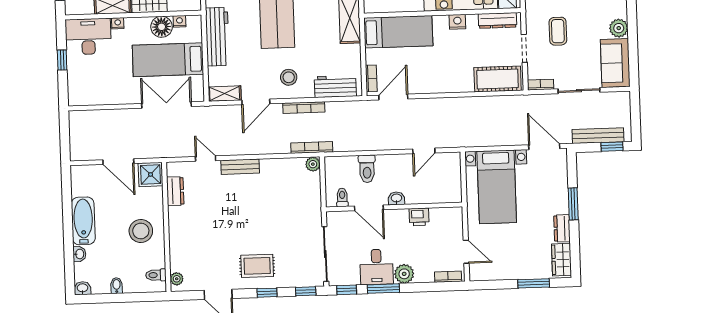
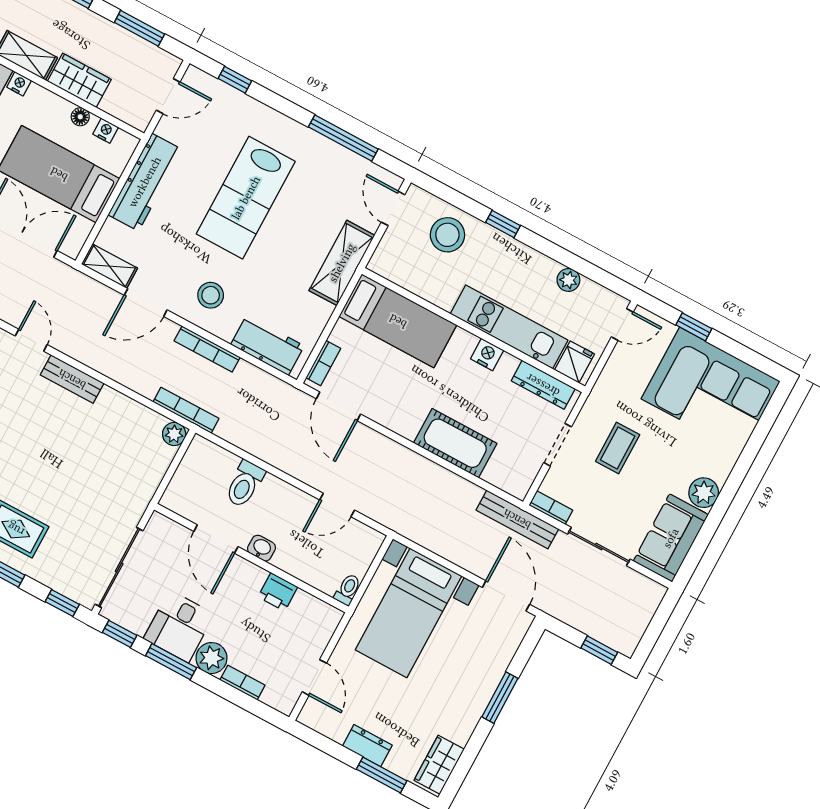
floor lamp: (162, 27) -> (80, 117), width x0.53, depth x0.53
cot: (498, 79) -> (455, 443), moved
door: (393, 97) -> (338, 406), swing flipped
bench: (598, 136) -> (517, 519), moved
toilet: (342, 197) -> (348, 589), moved
dresser: (562, 228) -> (367, 746), moved, turned 90
bookcase: (448, 277) -> (242, 683), moved

